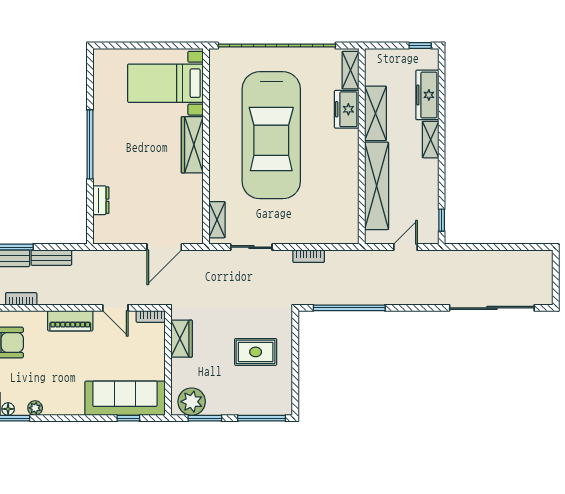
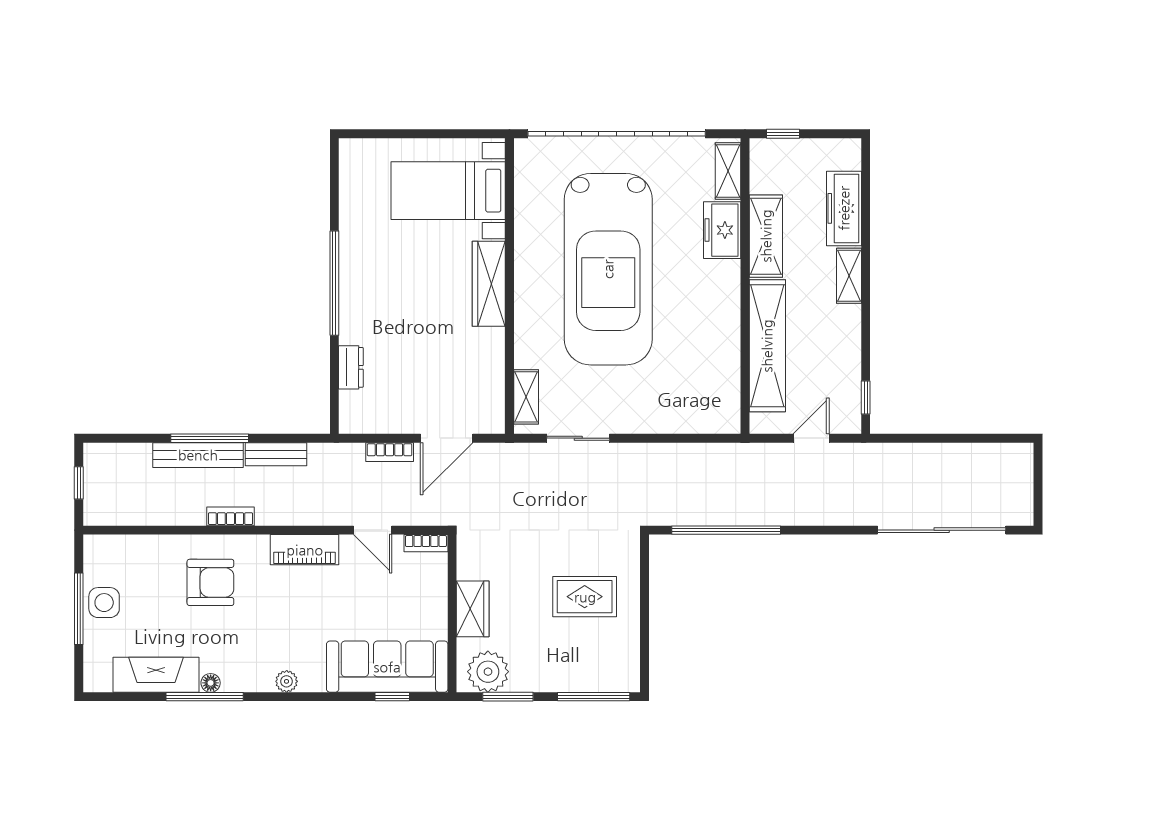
window: (420, 46) -> (783, 134), moved
bookcase: (309, 256) -> (390, 452), moved
wardrobe: (182, 339) -> (473, 609), moved
plant: (35, 408) -> (287, 681), moved

